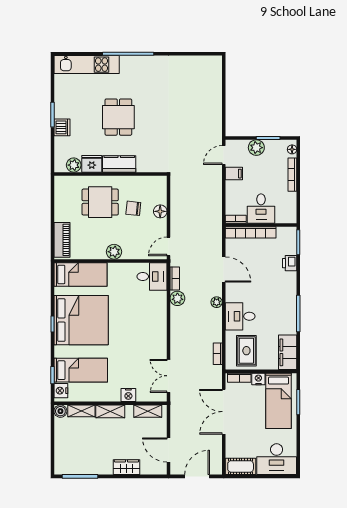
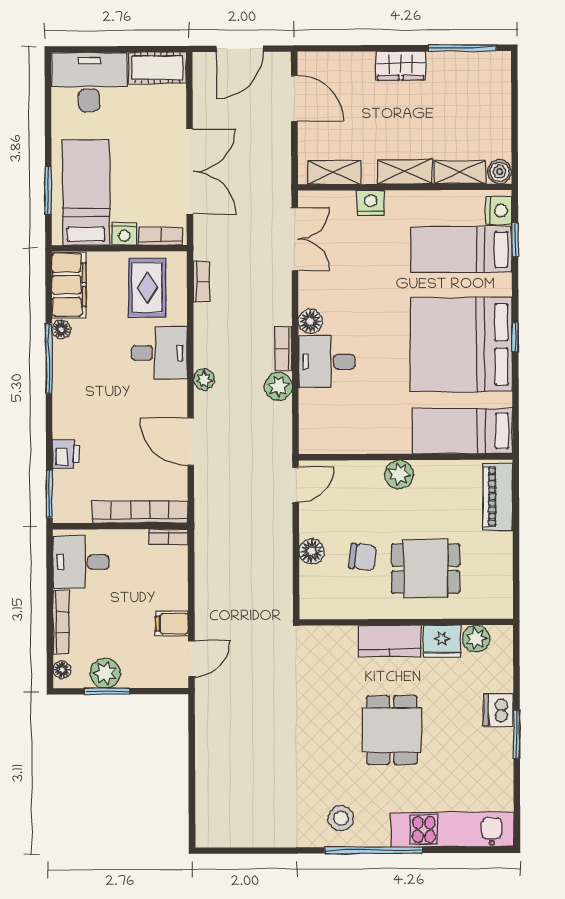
stool: (145, 71) -> (341, 818), added
plant: (256, 148) -> (105, 673), moved
desk: (261, 209) -> (81, 562), moved, turned -90
desk: (152, 277) -> (327, 362), moved
bookcase: (175, 278) -> (283, 349), moved
floor lamp: (292, 329) -> (61, 329), added
floor lamp: (161, 333) -> (310, 321), added
wardrobe: (126, 467) -> (401, 66), moved

